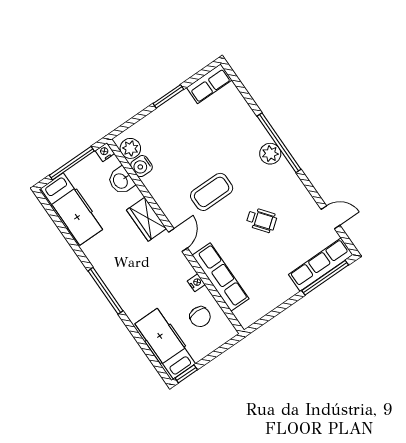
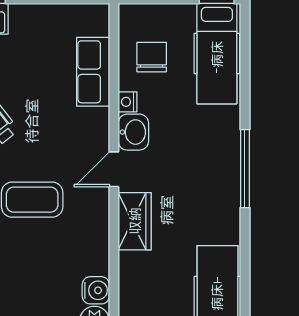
washbasin: (121, 181) -> (133, 132), moved
row of seats: (221, 277) -> (93, 72), width x0.68

